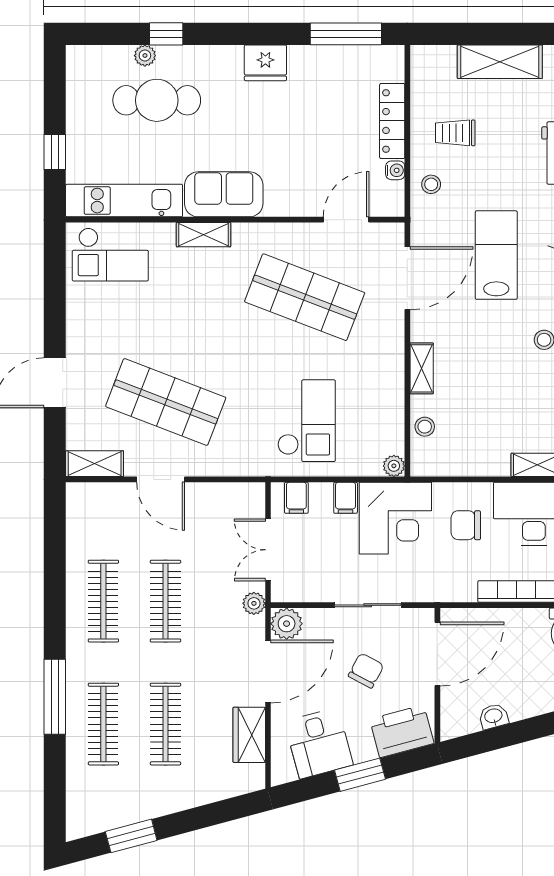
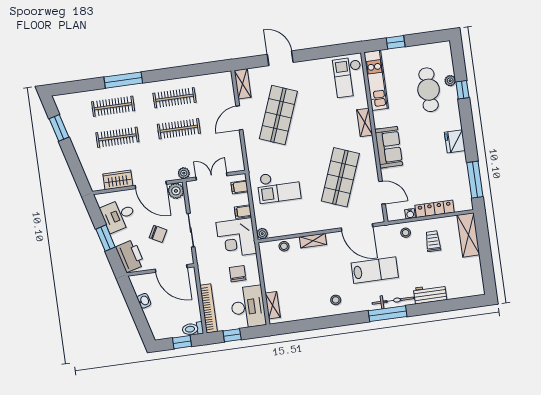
shelving: (500, 62) -> (468, 235), moved
sofa: (224, 194) -> (389, 147), moved

